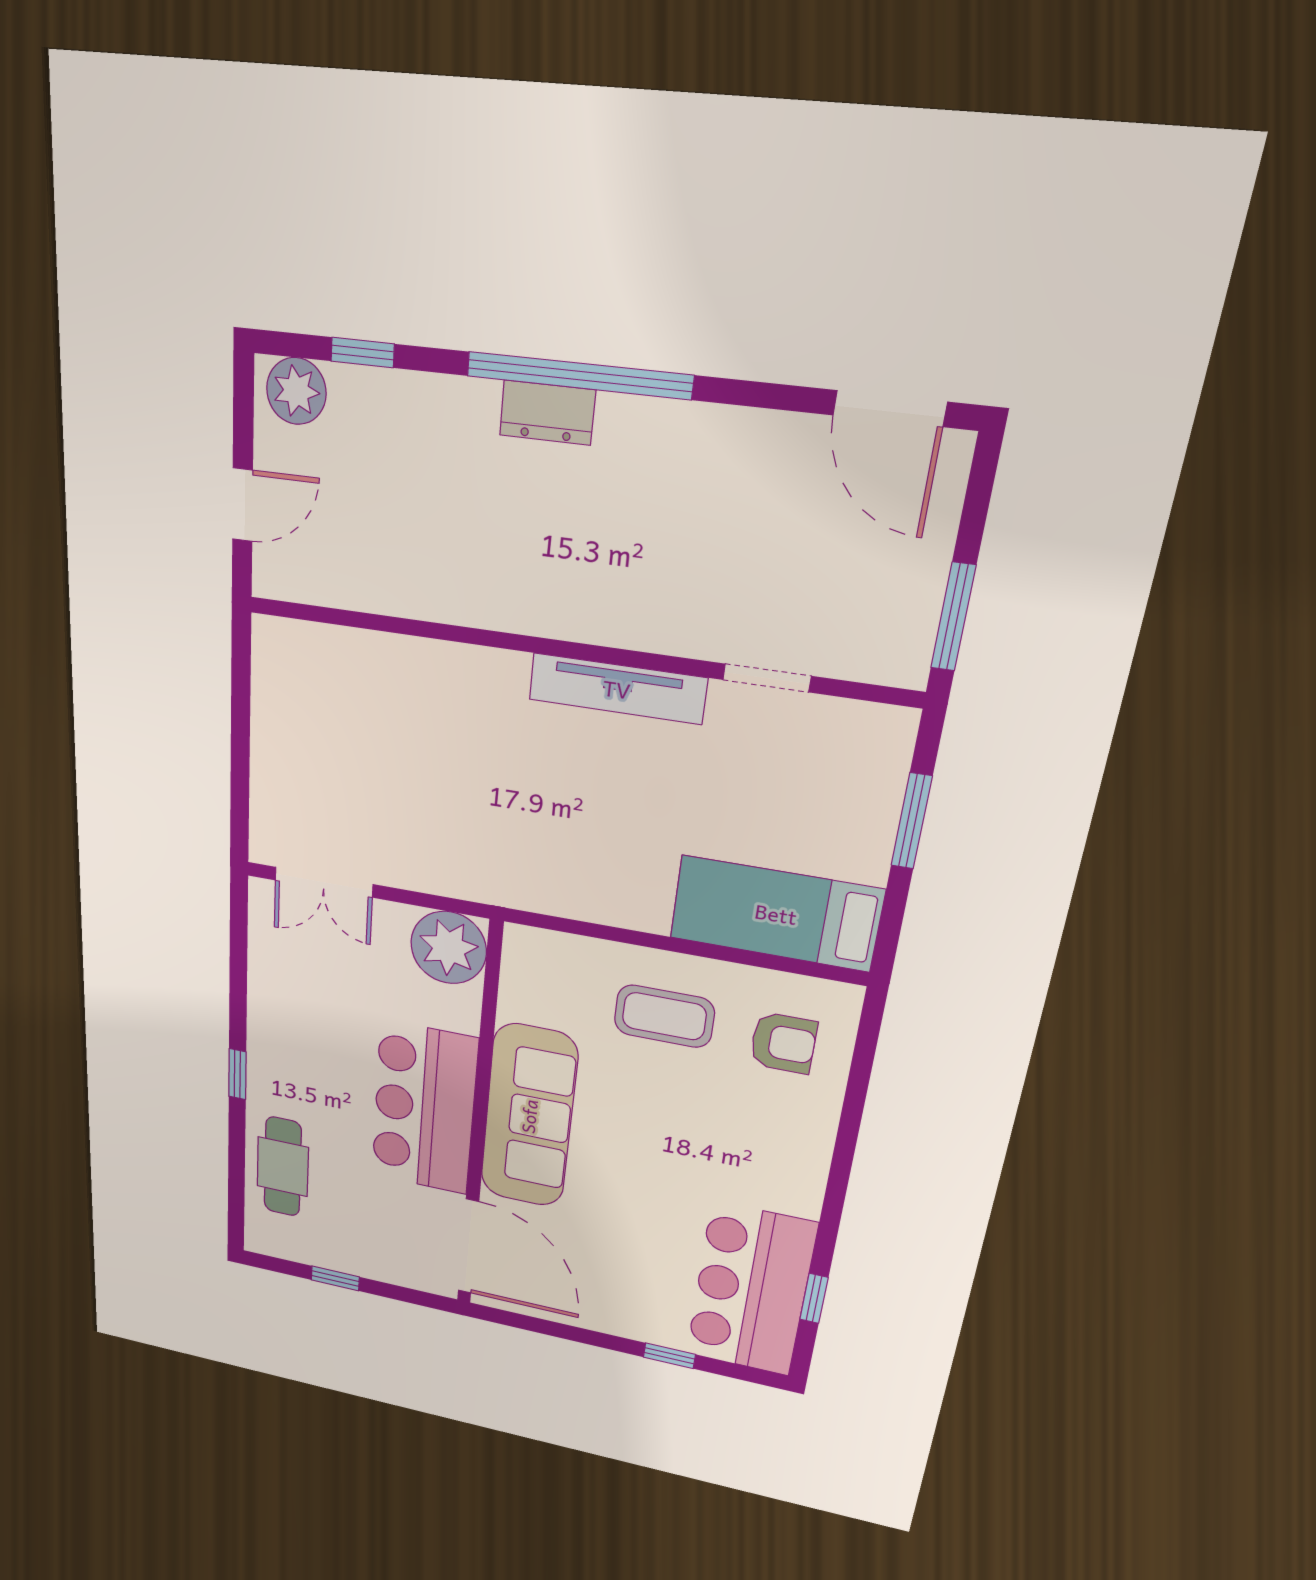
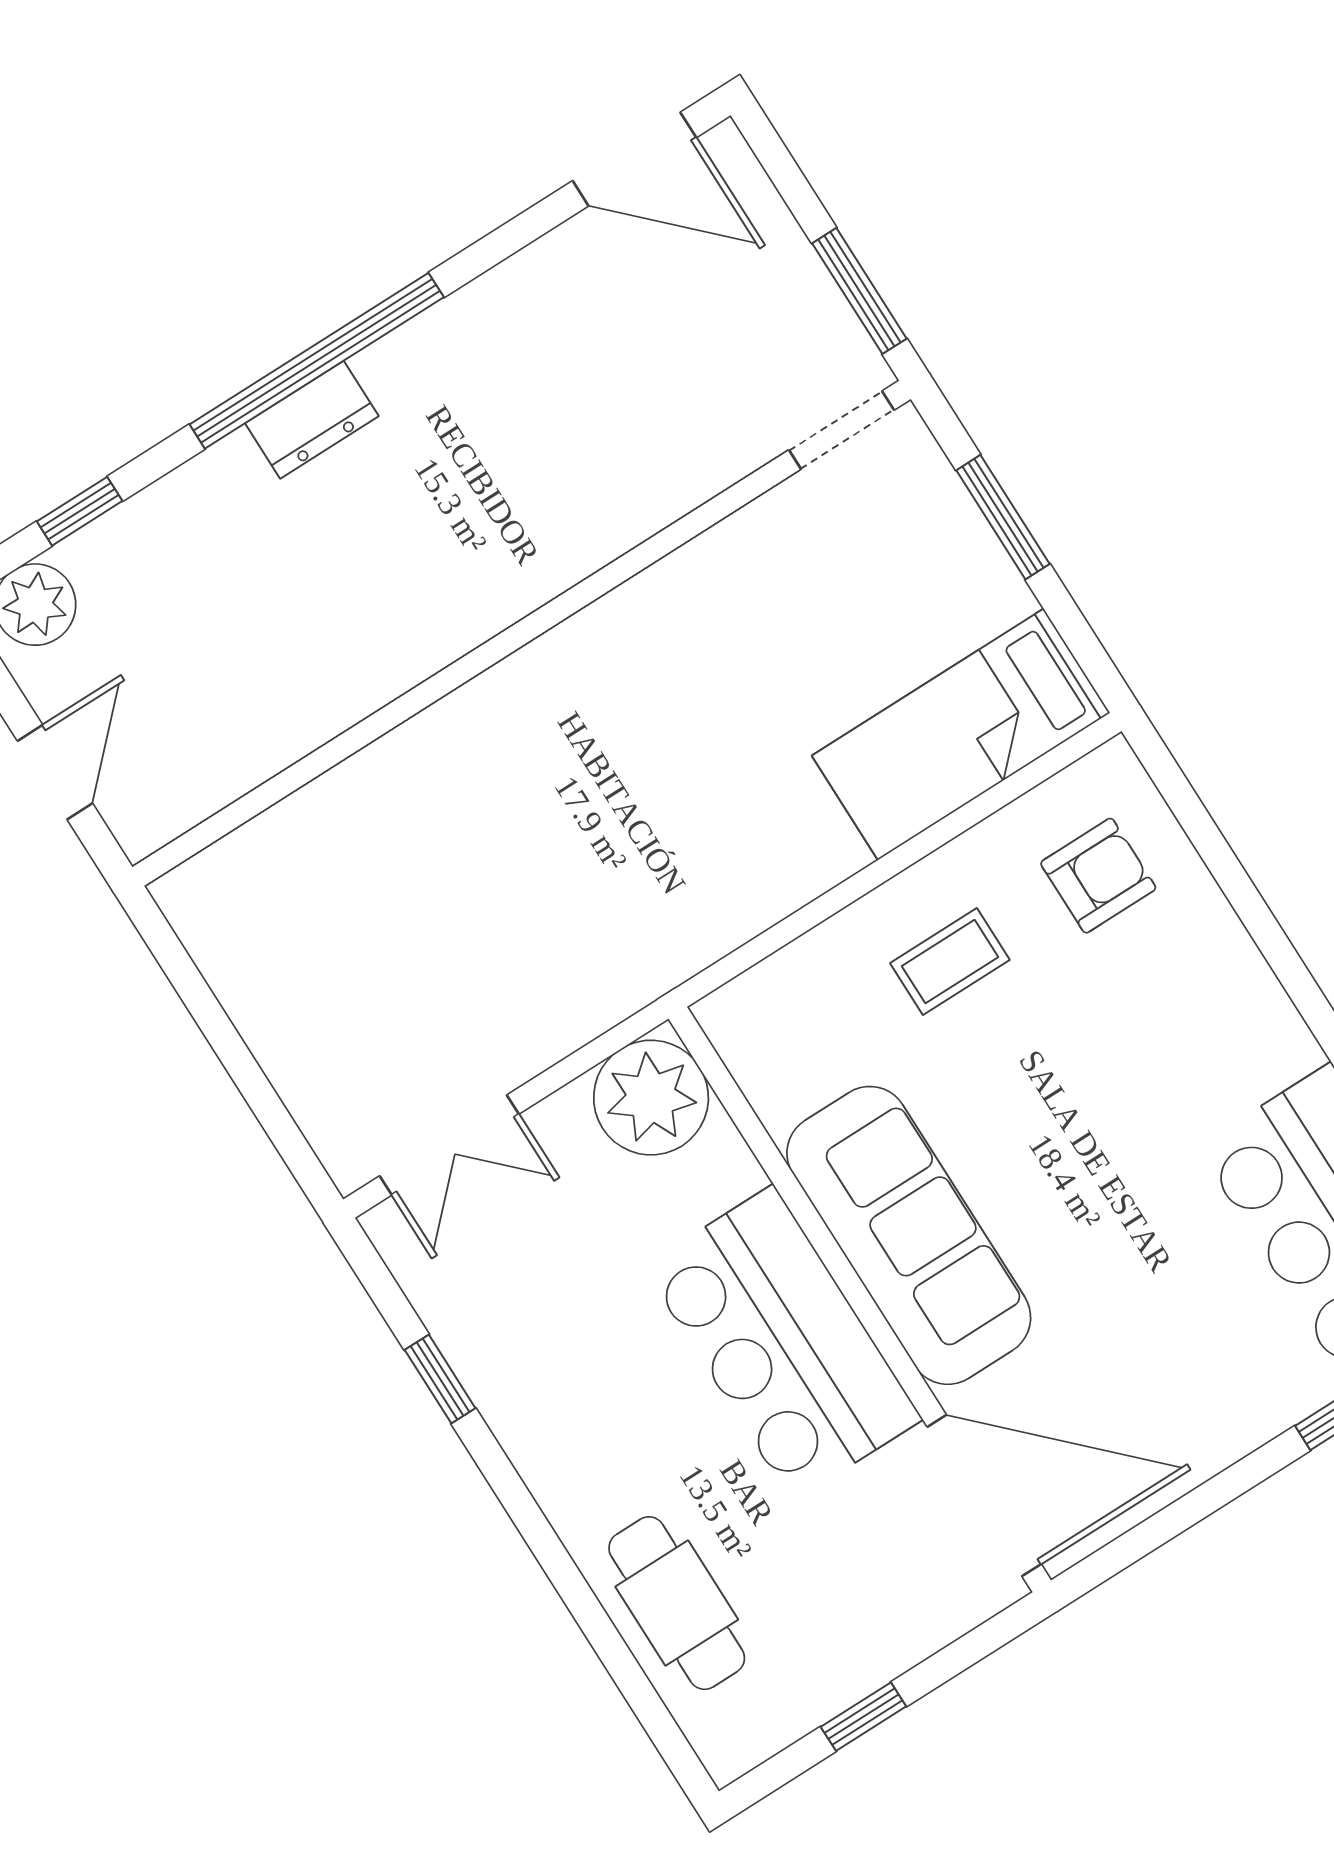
doorway: (767, 678) -> (842, 430), moved
tv unit: (617, 689) -> (599, 634), removed
coffee table: (664, 1016) -> (950, 962), width x0.73, depth x0.77
window: (237, 1074) -> (440, 1379), moved

